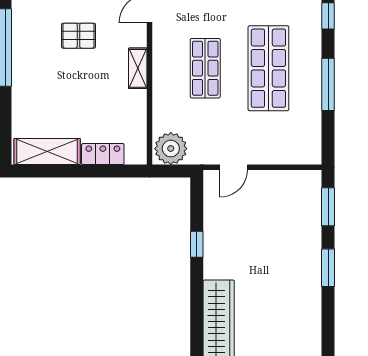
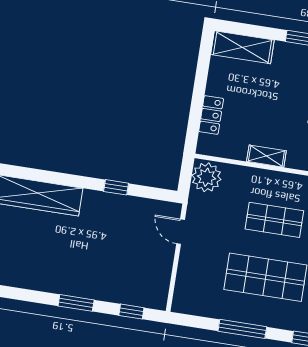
shelving: (138, 68) -> (266, 156), moved
shelving: (47, 151) -> (242, 47), moved, turned 90
window: (328, 207) -> (131, 312), width x0.67

